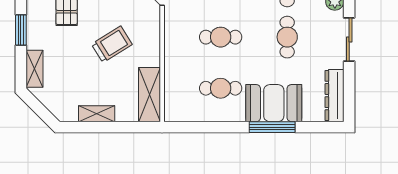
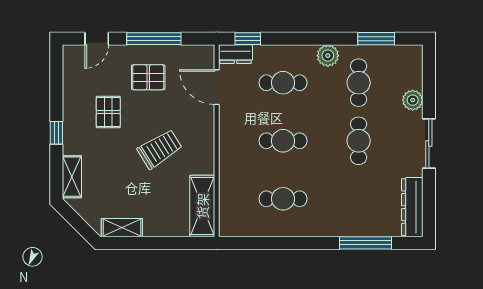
window: (21, 30) -> (56, 133), width x0.67
booth: (274, 103) -> (343, 216), removed
shelving: (97, 114) -> (122, 228), moved
window: (272, 127) -> (365, 243), moved

